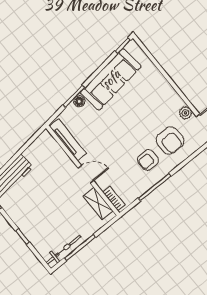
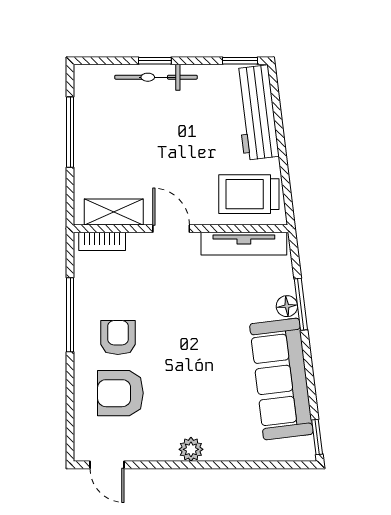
plant: (186, 113) -> (191, 449), moved
trolley: (46, 154) -> (249, 194), added
door: (86, 174) -> (171, 229), swing flipped
bicycle: (63, 250) -> (156, 77), moved, turned 90

